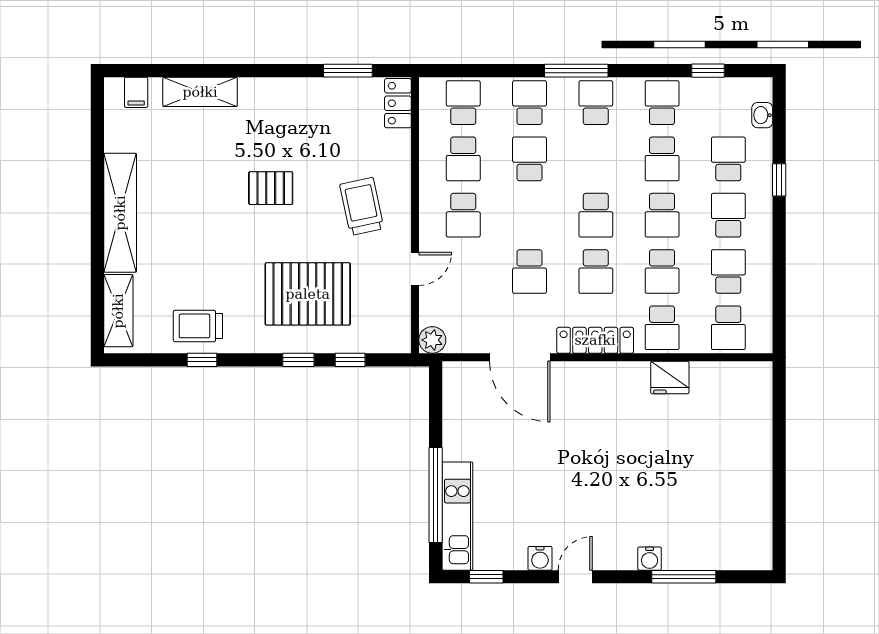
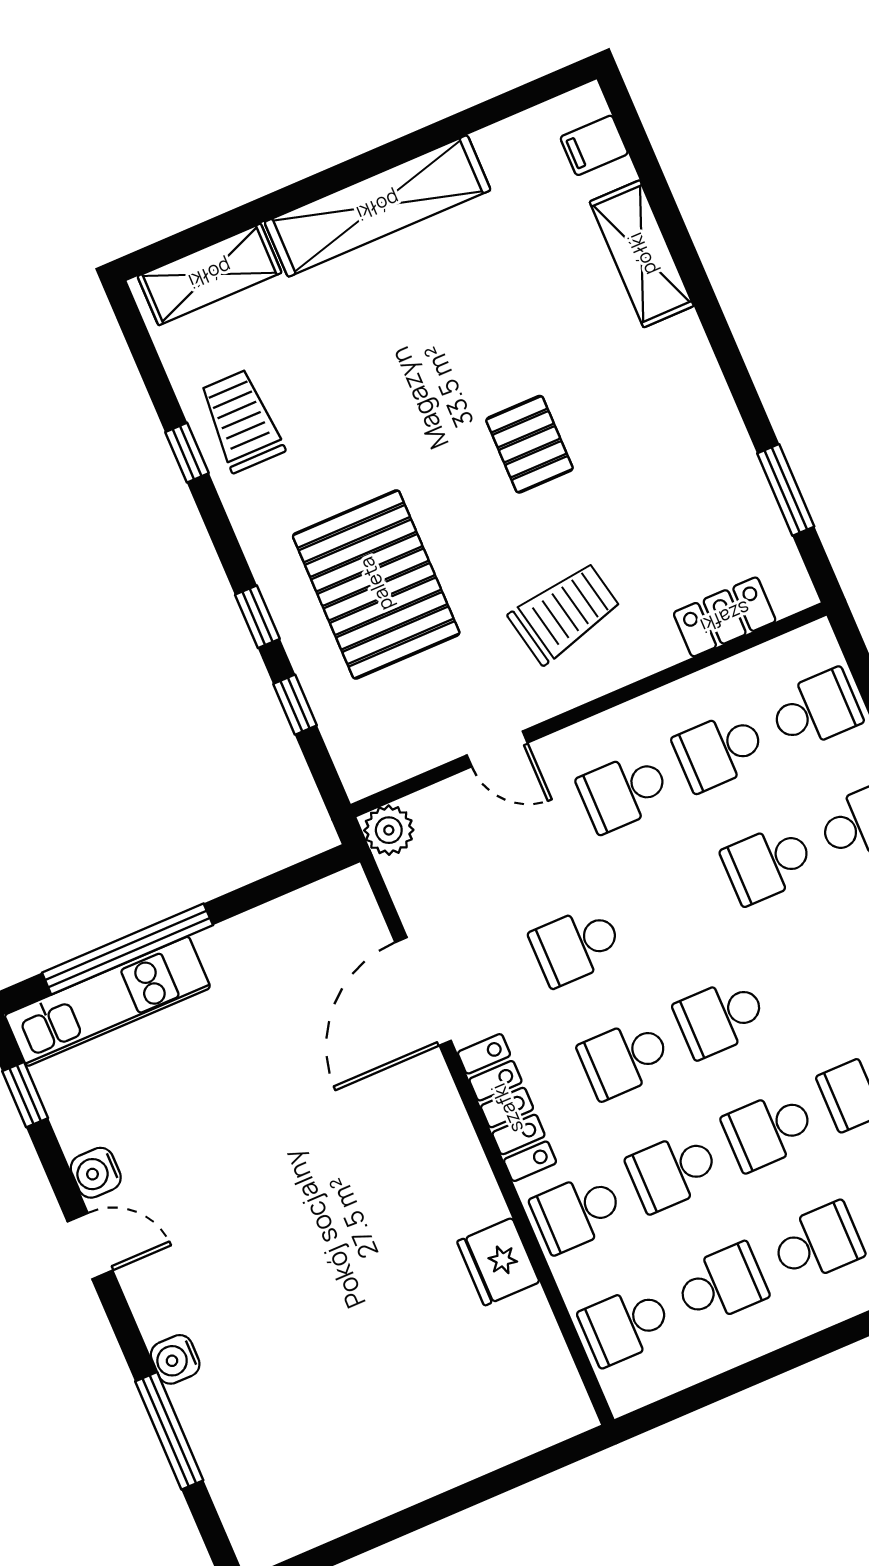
locker: (398, 103) -> (725, 617), moved
school desk: (530, 159) -> (768, 864), turned 180

